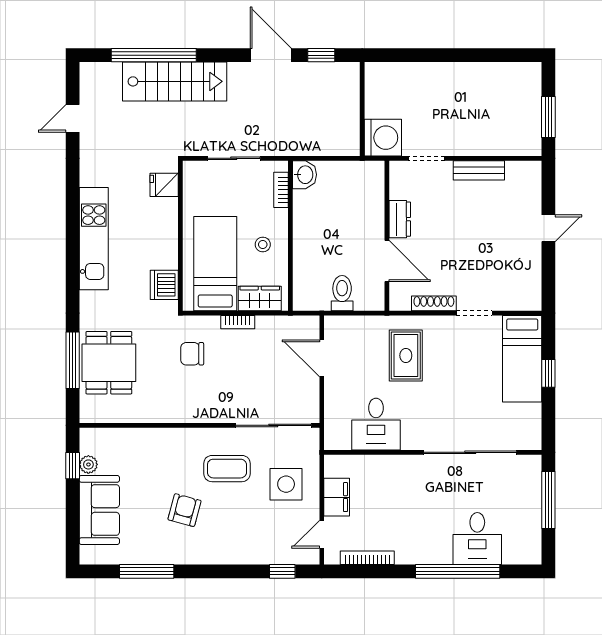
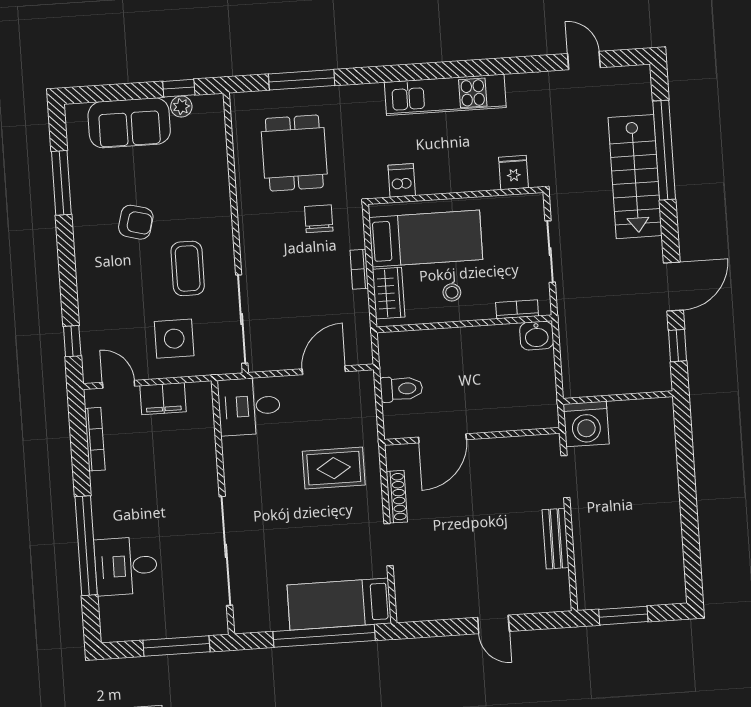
dresser: (400, 219) -> (492, 450), removed
dishwasher: (164, 285) -> (402, 180), width x0.73
dining table: (109, 363) -> (294, 153), moved, turned 90
window: (548, 373) -> (324, 636), width x3.17
desk: (376, 424) -> (249, 406), moved

